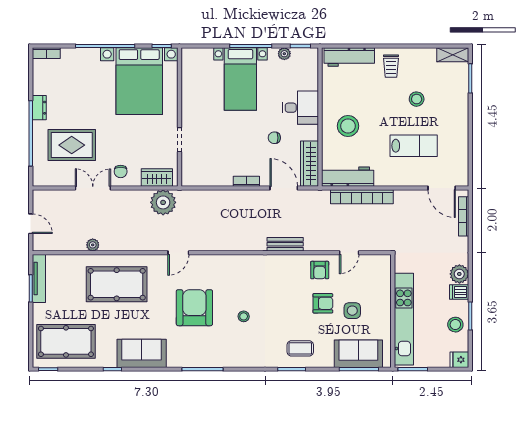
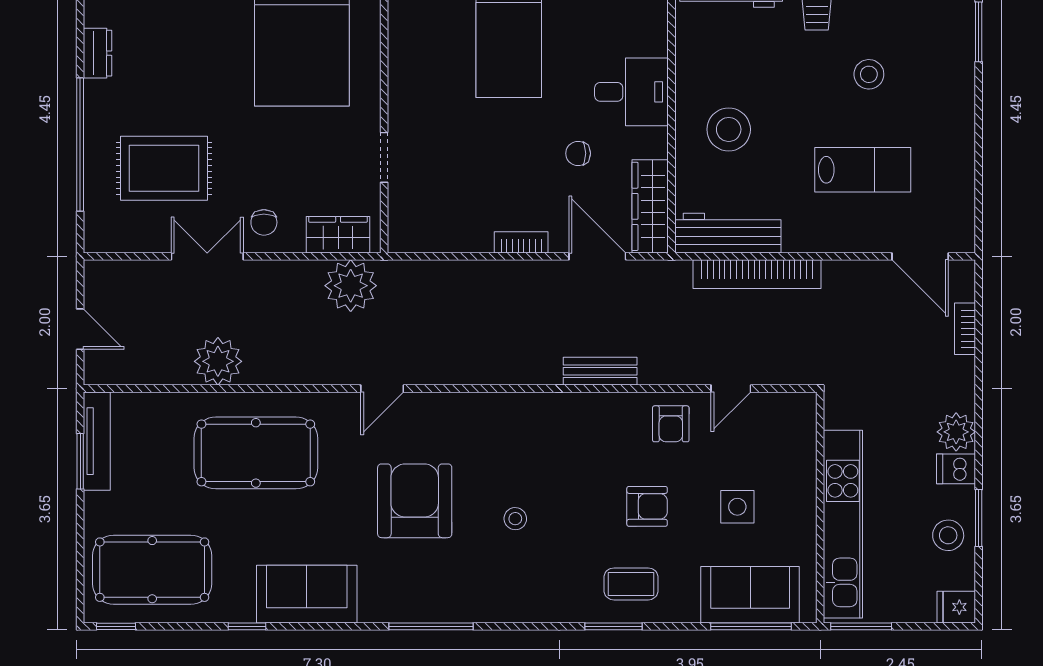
dresser: (39, 108) -> (98, 53), moved
bookcase: (464, 216) -> (965, 329), width x0.64
plant: (93, 245) -> (218, 361), width x1.88, depth x1.88
armchair: (323, 303) -> (647, 506), moved

